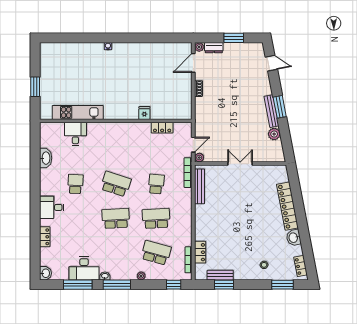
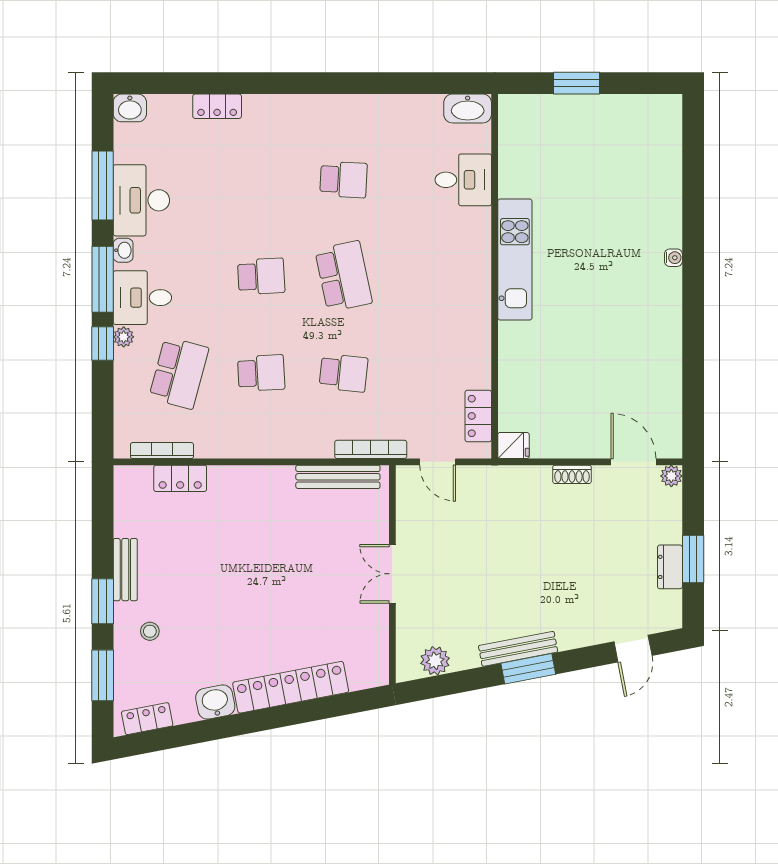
dresser: (214, 48) -> (670, 567), moved
kitchen unit: (78, 112) -> (515, 260), moved
fridge: (144, 113) -> (513, 445), moved
locker: (162, 128) -> (478, 416), moved
plant: (274, 134) -> (435, 661), moved
washbasin: (46, 158) -> (468, 108), moved
plant: (199, 158) -> (407, 476), removed
double door: (240, 164) -> (392, 574), swing flipped
school desk: (116, 184) -> (344, 276), turned -30
desk: (52, 207) -> (142, 298), moved, turned -90
school desk: (116, 218) -> (261, 276), width x0.54
school desk: (156, 218) -> (261, 373), width x0.54
bench: (220, 275) -> (125, 570), moved
window: (174, 285) -> (103, 344), moved
window: (224, 285) -> (103, 601), moved

